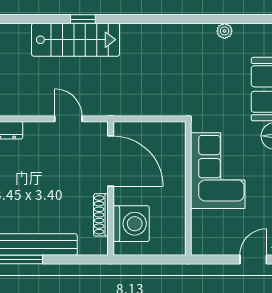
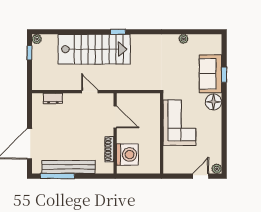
window: (83, 19) -> (118, 32), moved
stairs: (76, 40) -> (94, 49), width x1.36, depth x1.51
door: (111, 161) -> (115, 117), width x0.73

